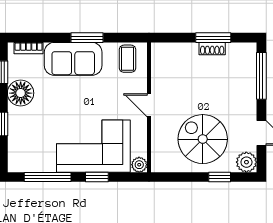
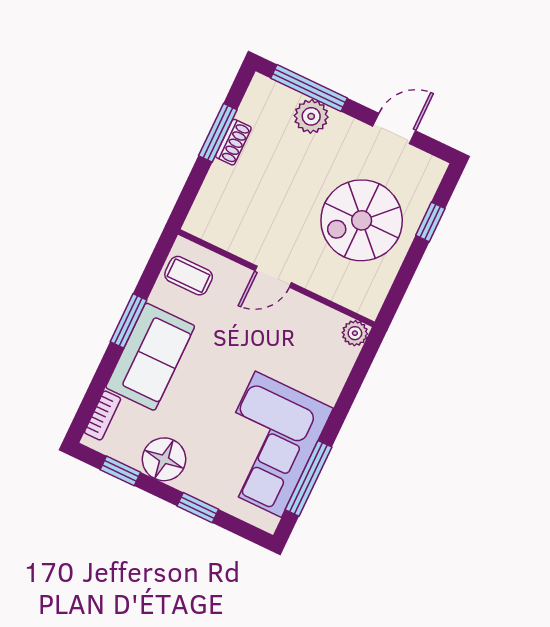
corner sofa: (93, 146) -> (268, 444), moved
plant: (246, 162) -> (311, 116), moved
window: (97, 177) -> (343, 405), removed

